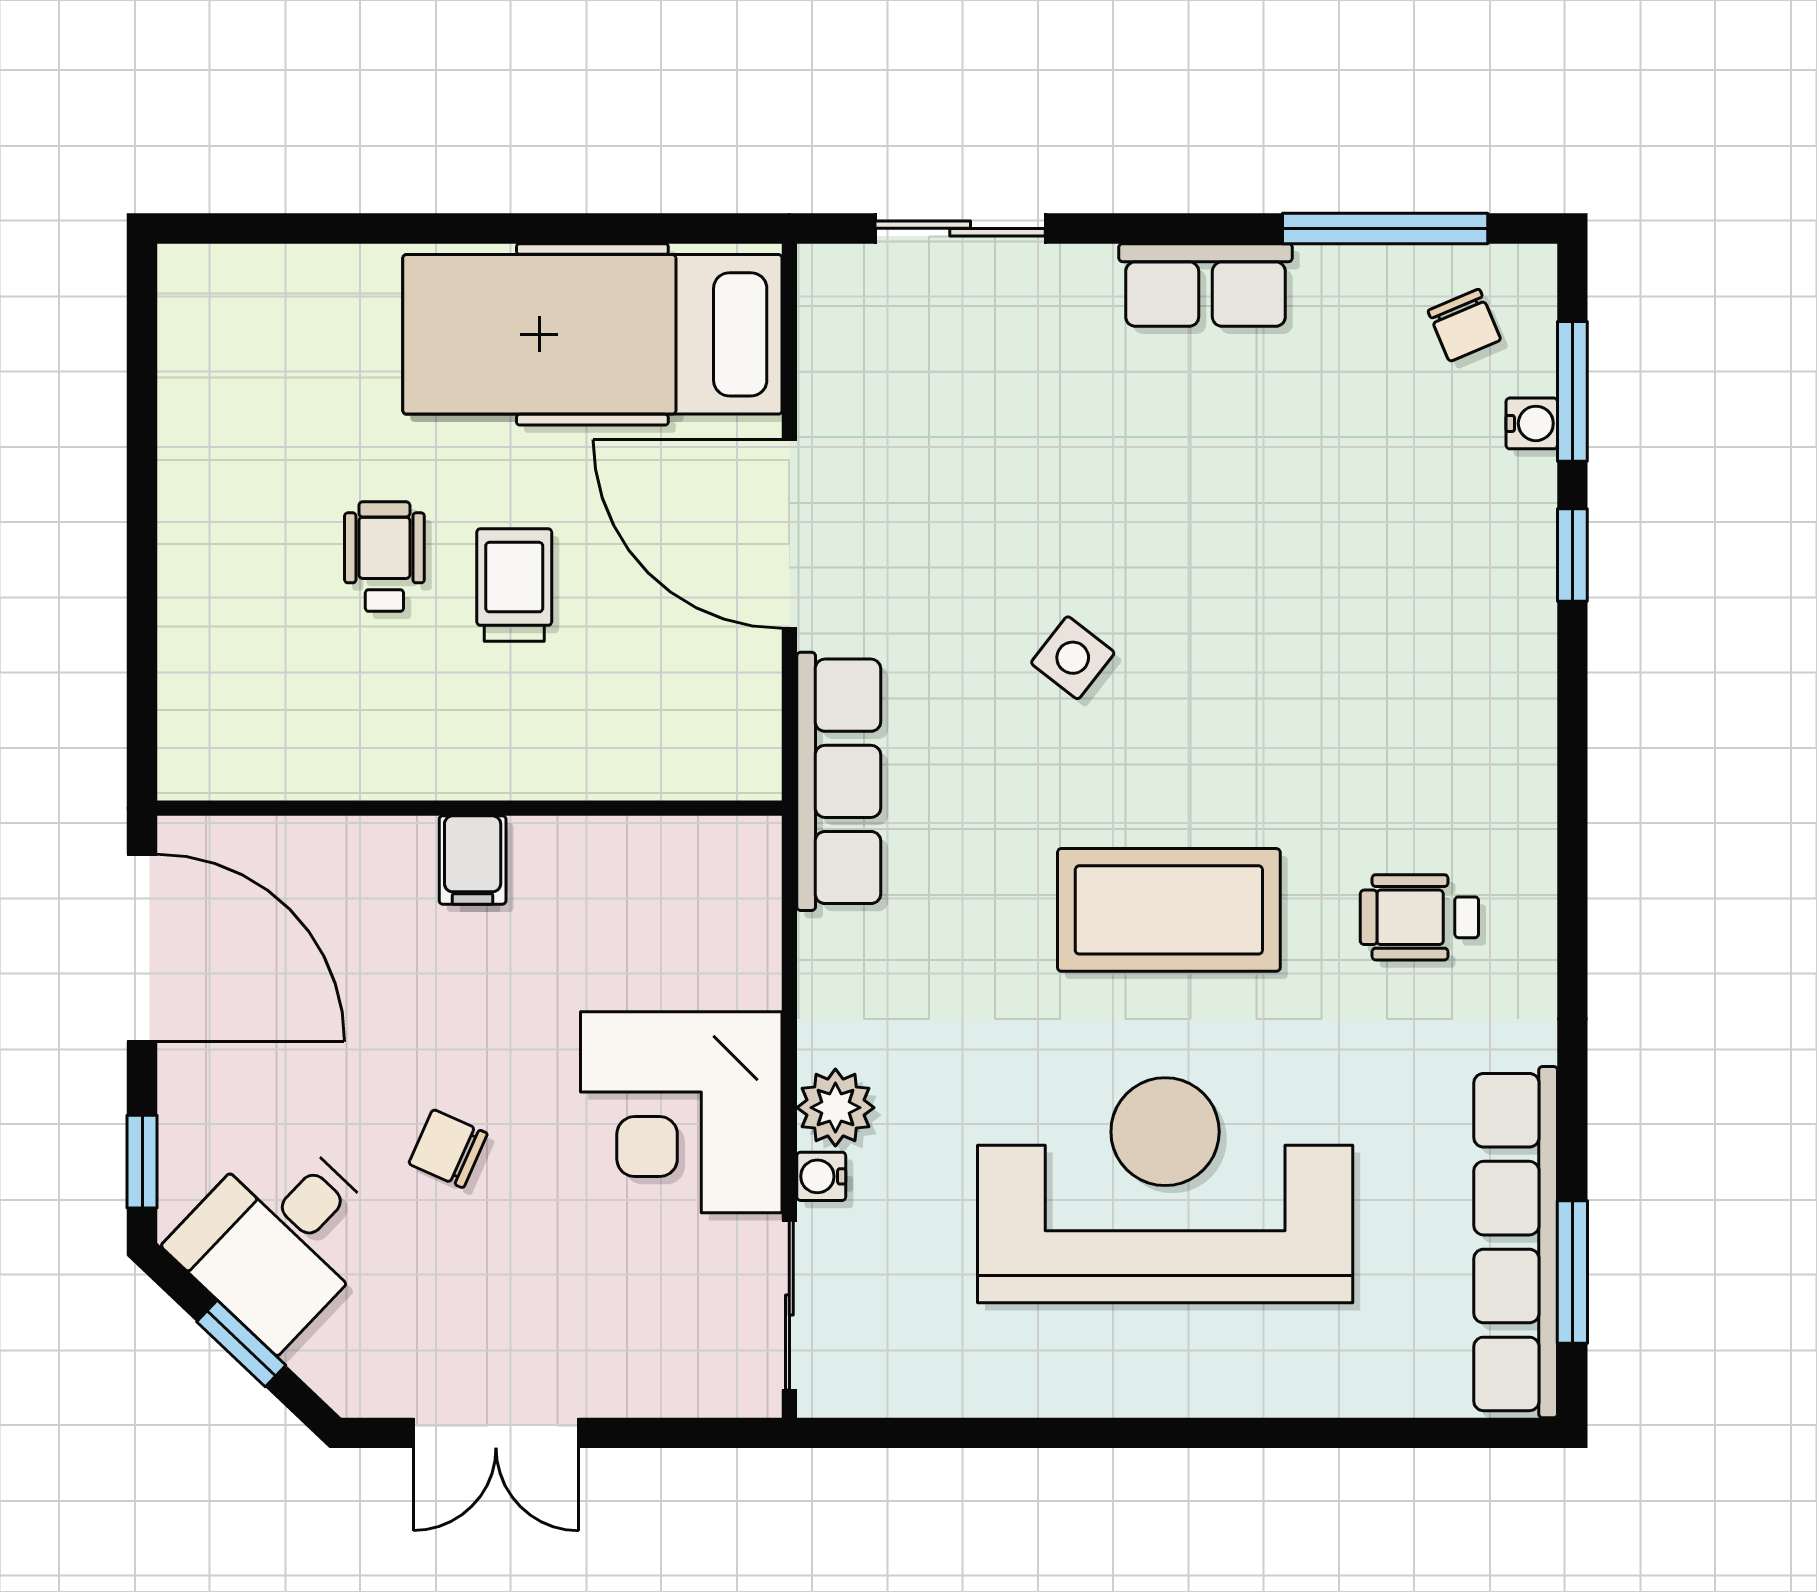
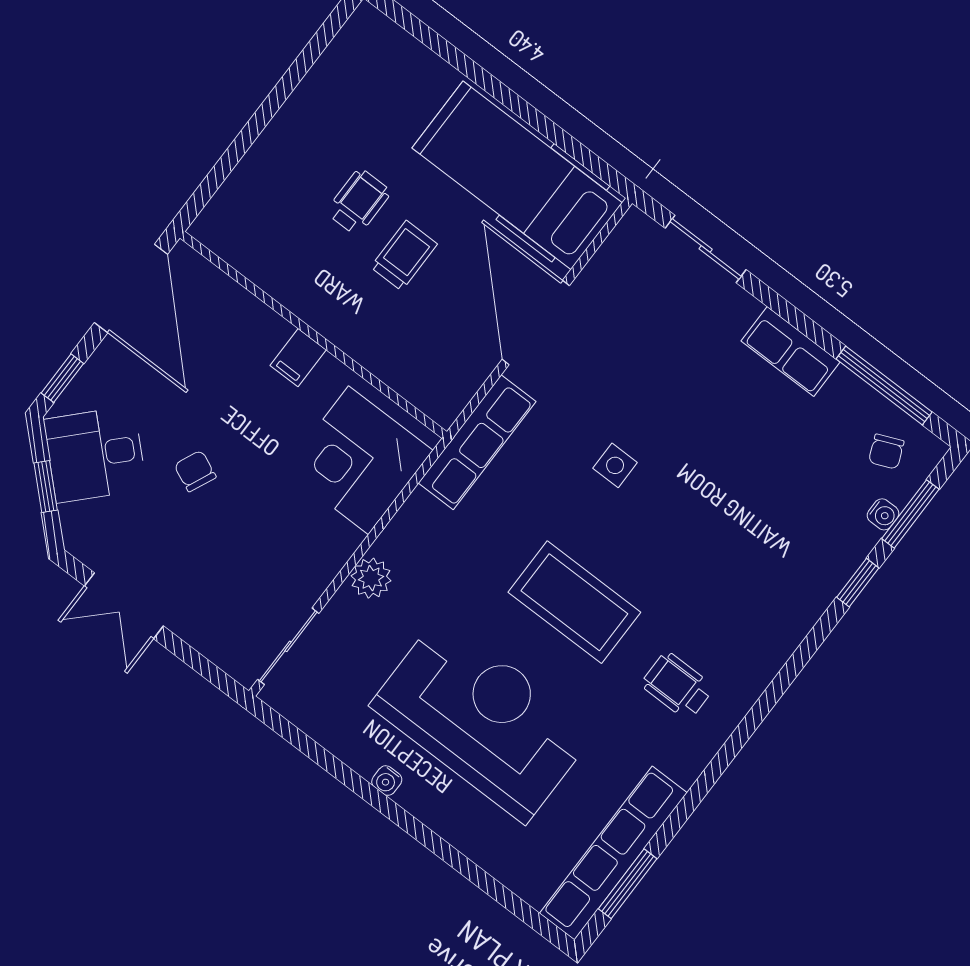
side table: (1073, 658) -> (615, 465), turned -38
corner desk: (681, 1112) -> (359, 460), moved
water cooler: (821, 1176) -> (387, 781), moved, turned -90

